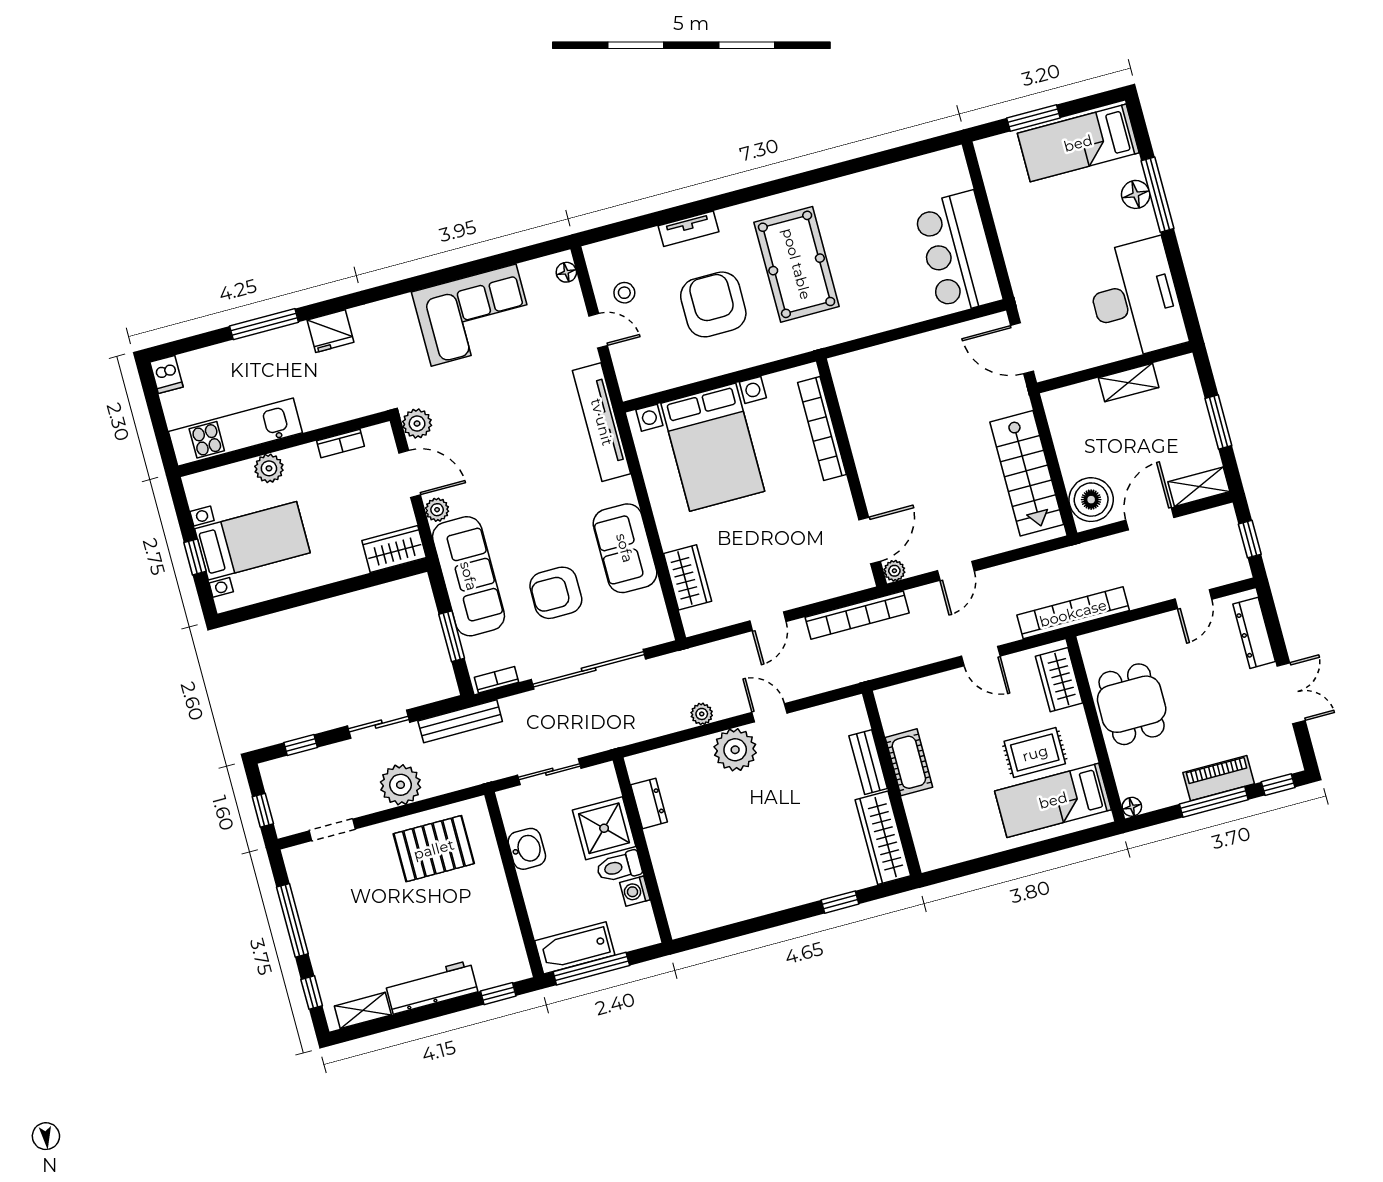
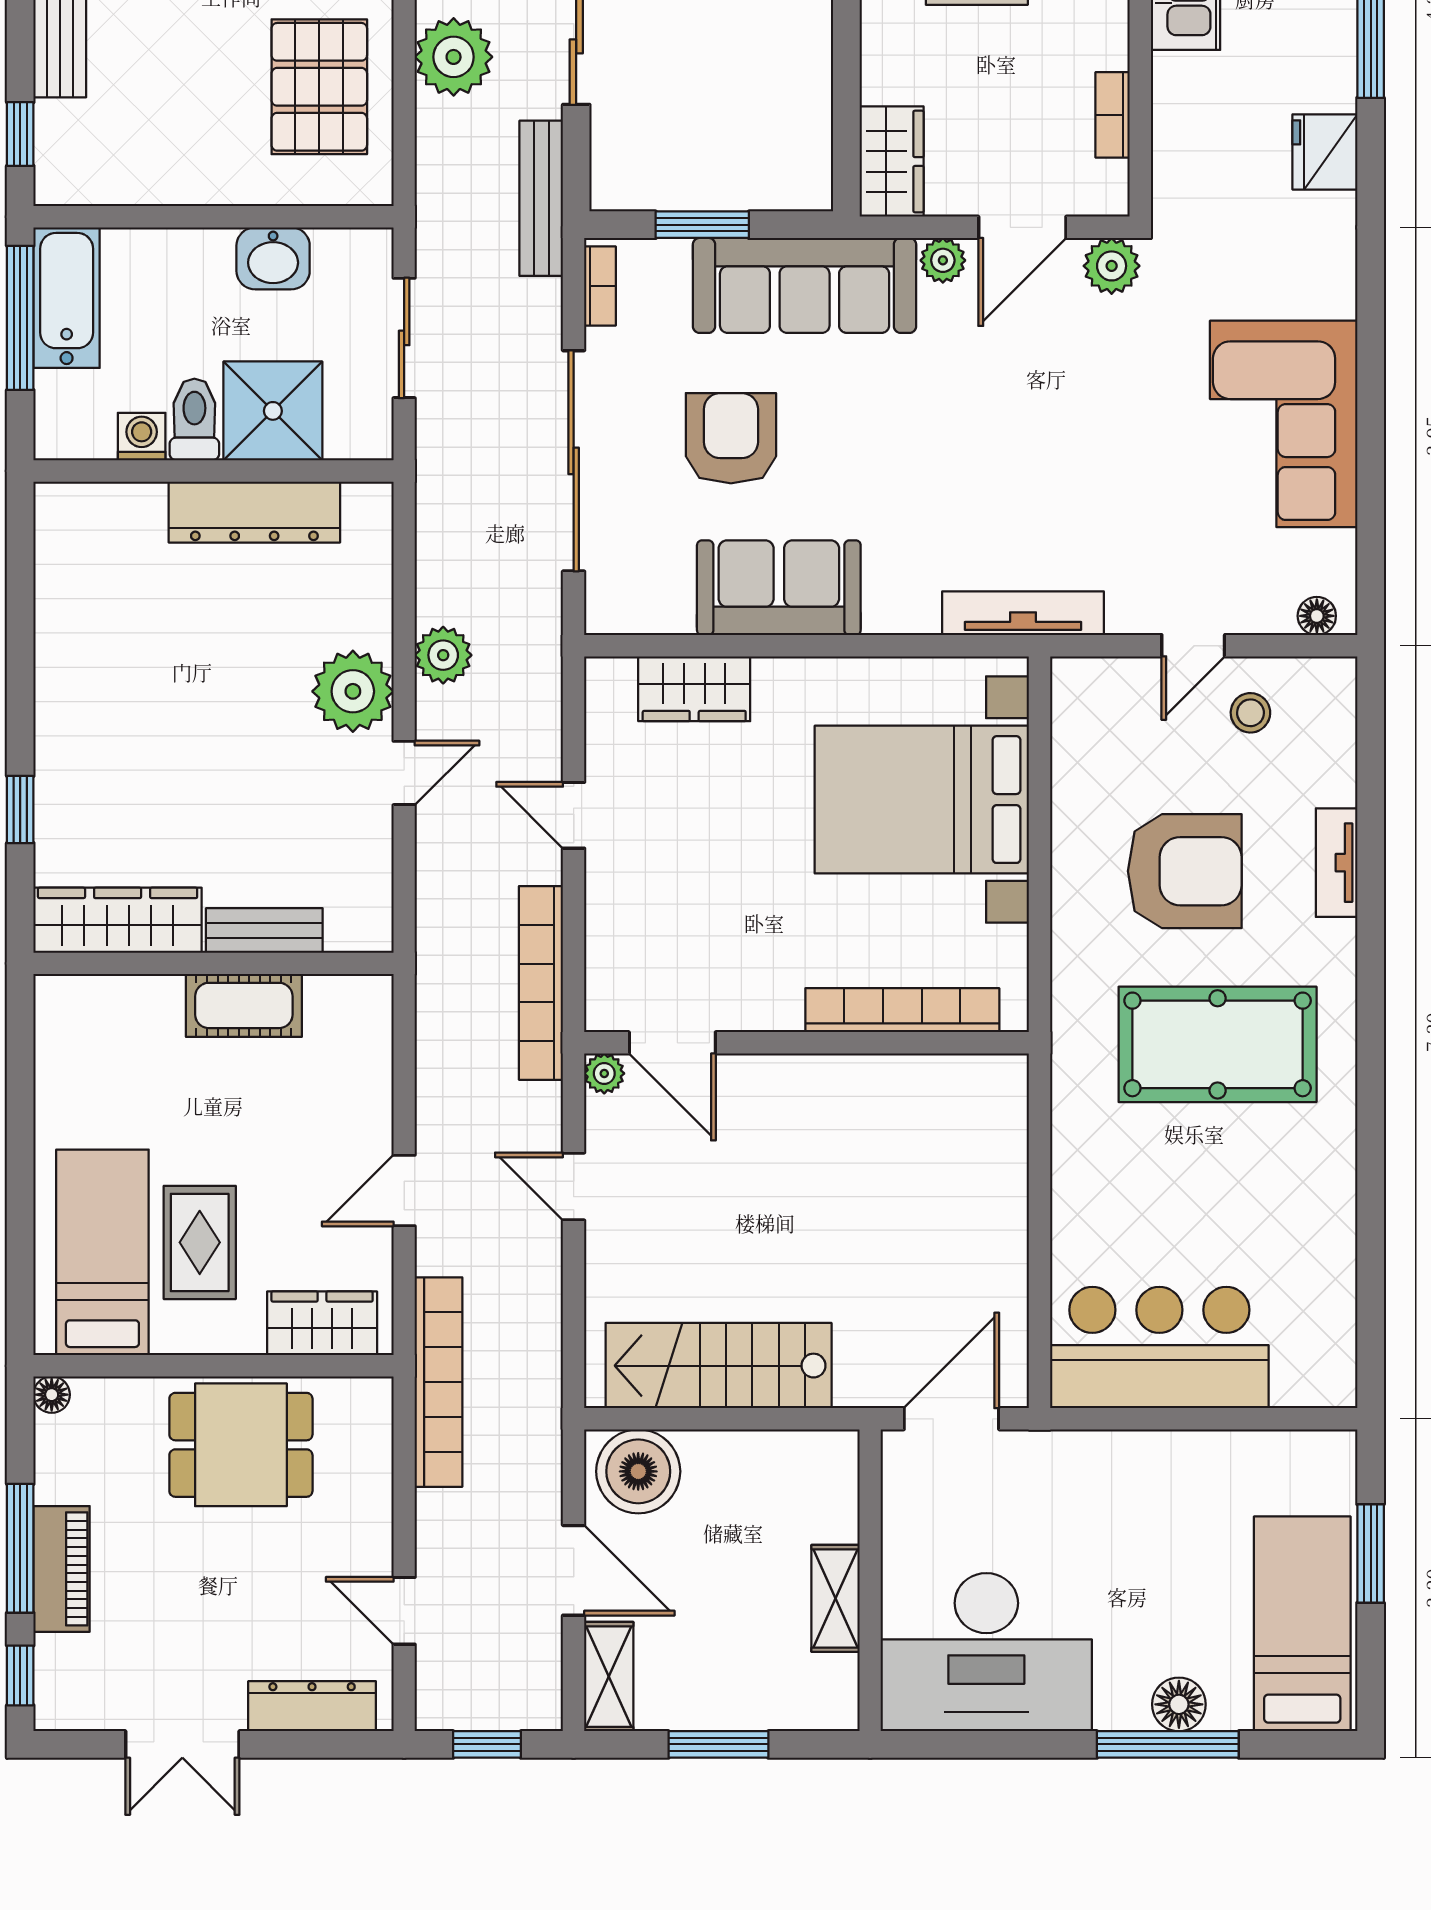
tv unit: (602, 422) -> (1023, 613), width x0.73, depth x0.78
plant: (702, 714) -> (443, 655), width x1.38, depth x1.38
dresser: (649, 803) -> (254, 512), width x1.96, depth x1.24

